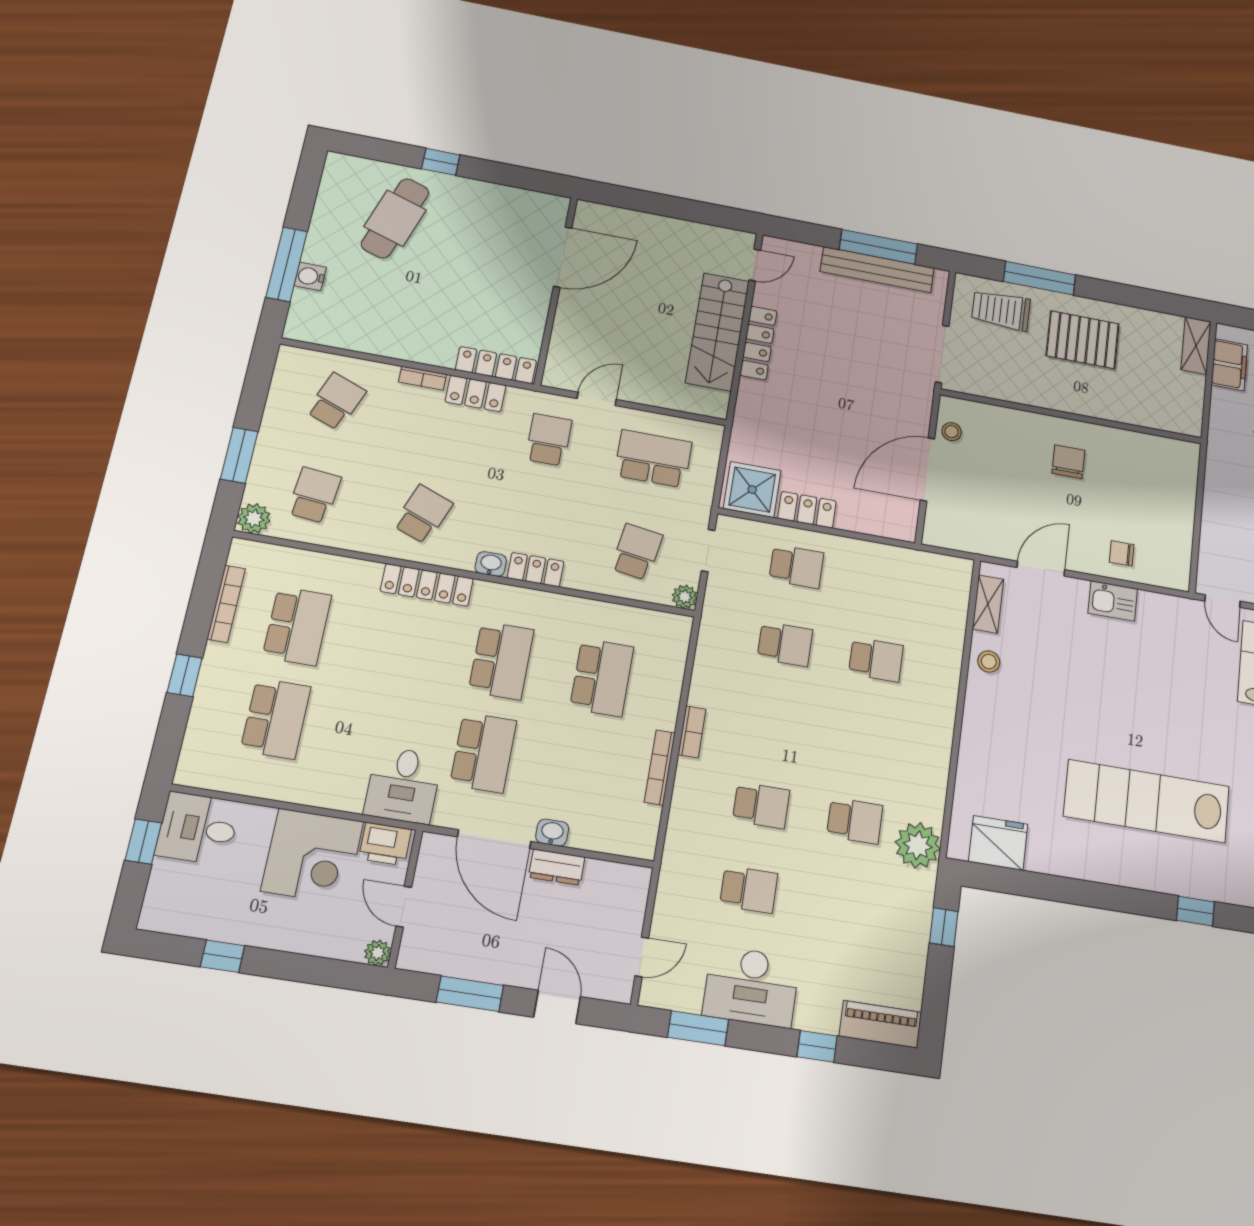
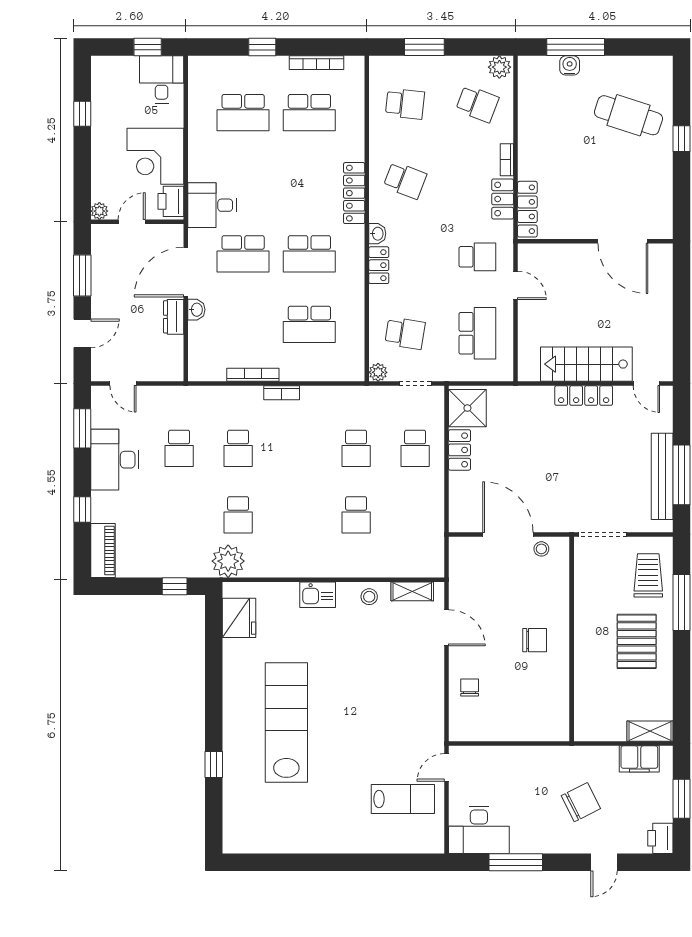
plant: (254, 519) -> (499, 67), moved
kitchen sink: (1113, 601) -> (318, 595), moved, turned -90

